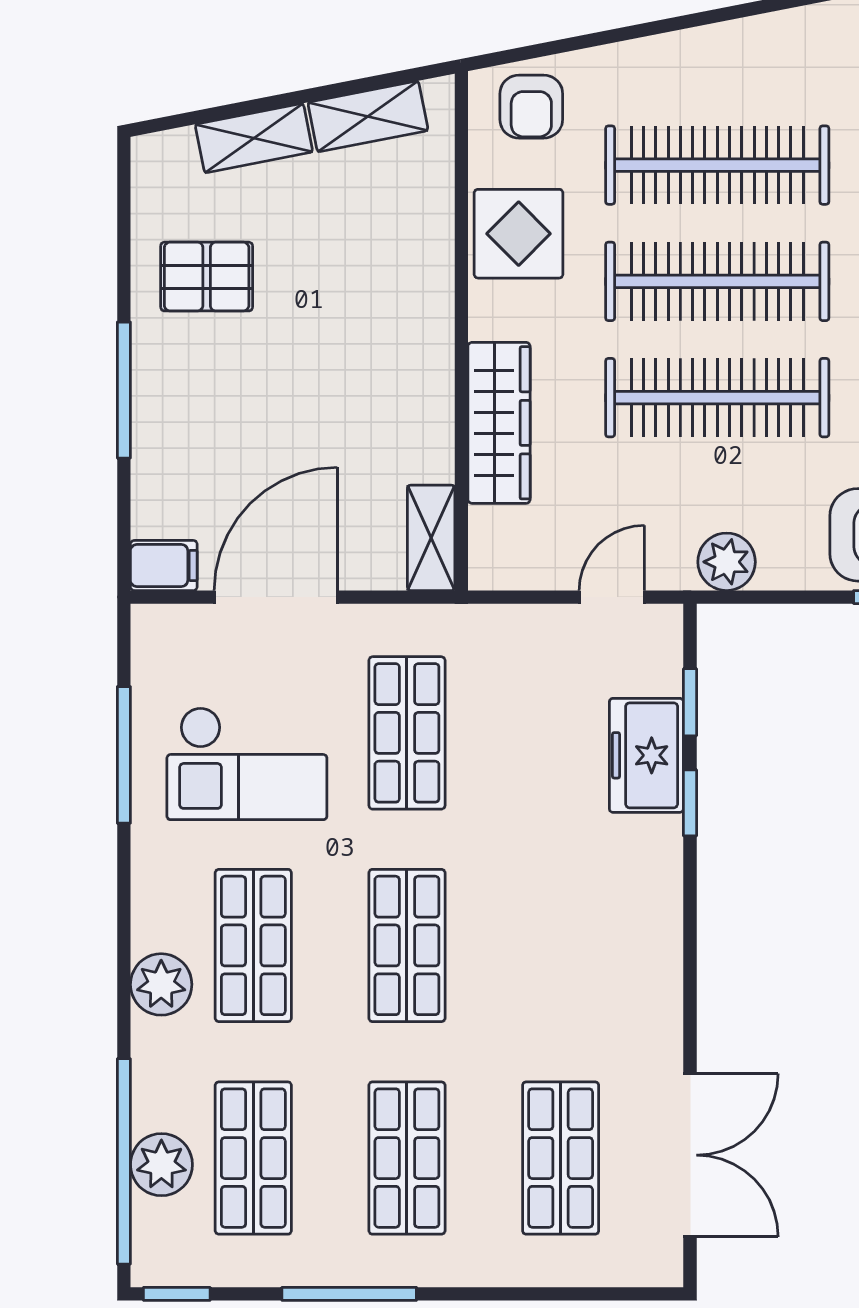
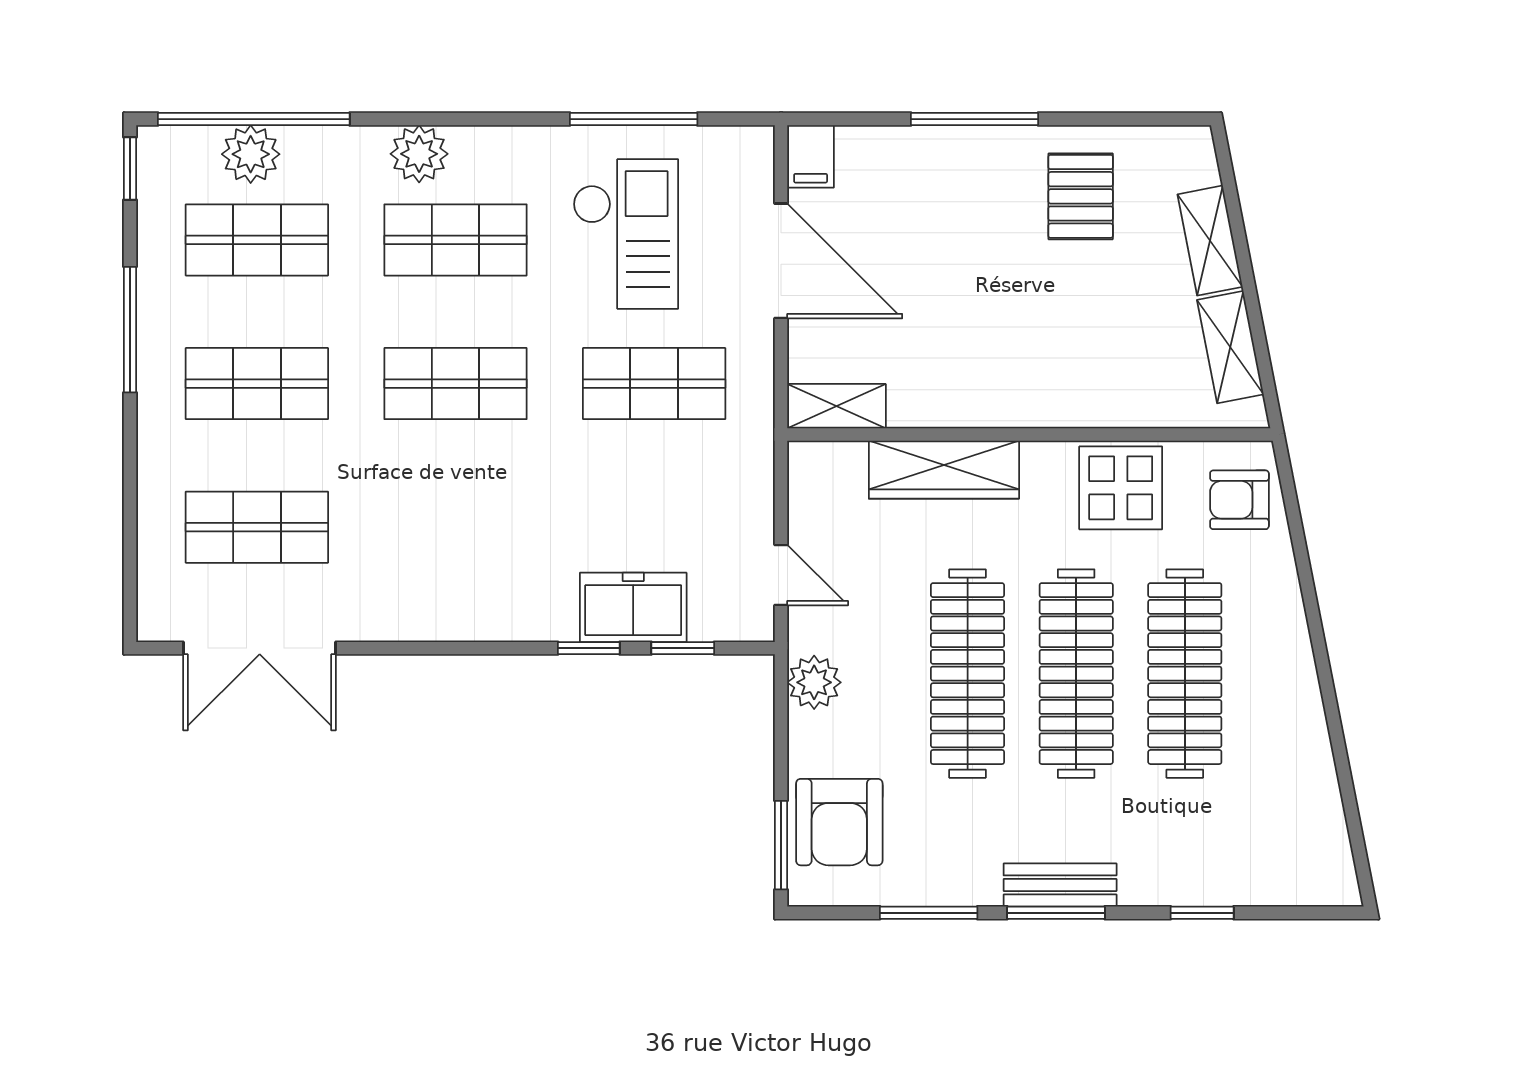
checkout: (247, 763) -> (626, 234), turned 180

